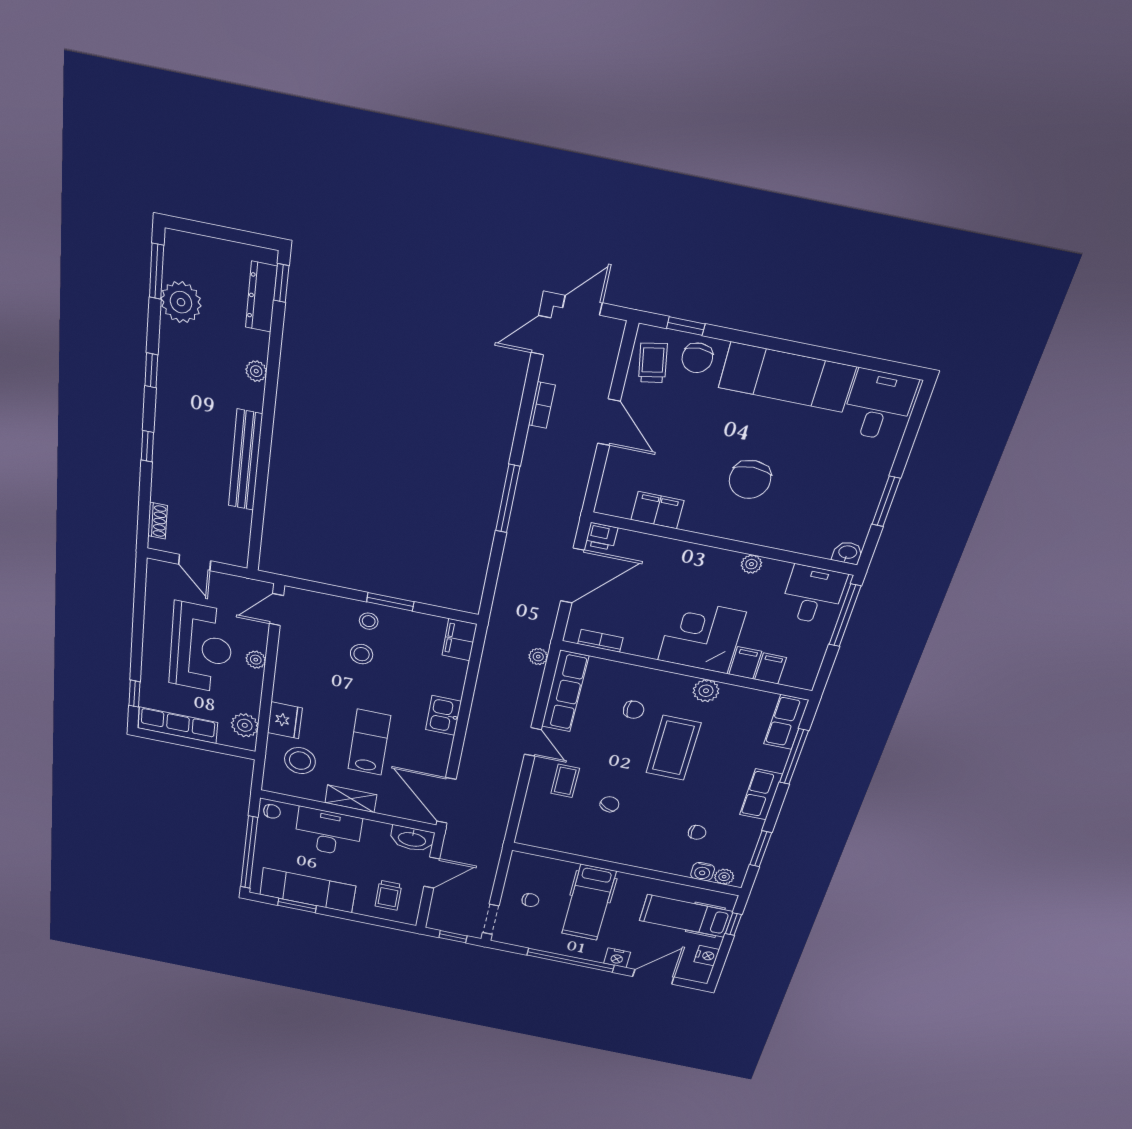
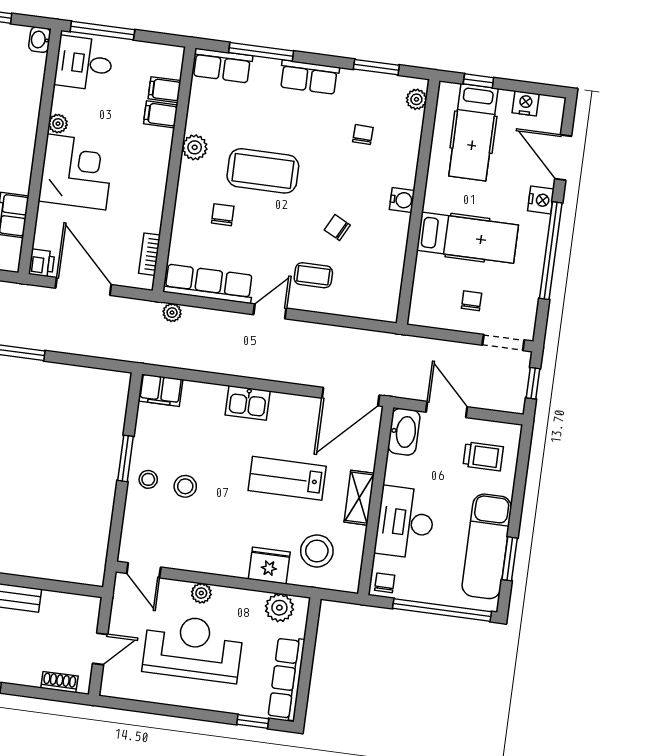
corner desk: (701, 636) -> (76, 172), moved, turned 180
water cooler: (703, 872) -> (402, 200), moved

